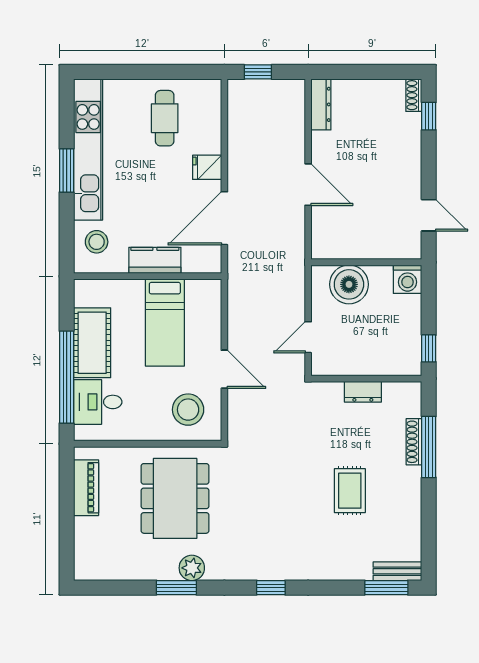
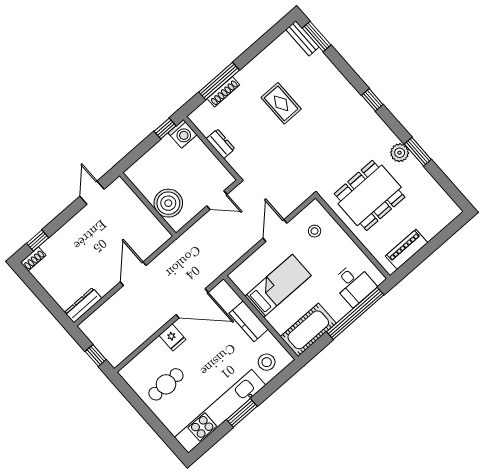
washing machine: (408, 279) -> (182, 134), moved, turned 90
cot: (92, 343) -> (308, 330), moved
stool: (188, 410) -> (315, 231), width x0.53, depth x0.53
rug: (350, 491) -> (281, 103), turned 90

